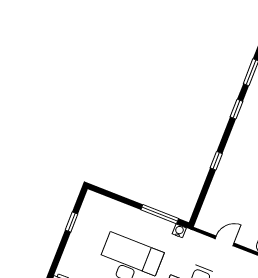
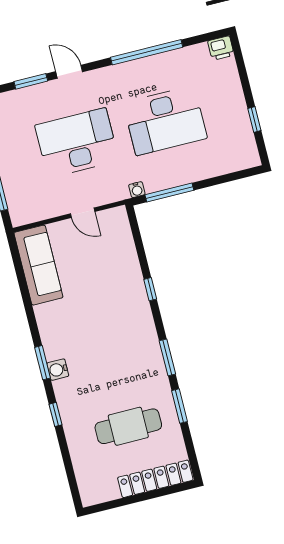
window: (237, 109) -> (167, 357), width x1.50
door: (225, 241) -> (83, 213), hinge flipped

